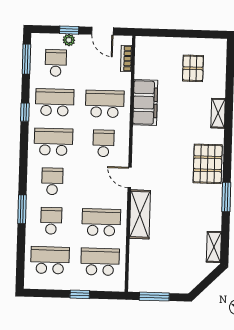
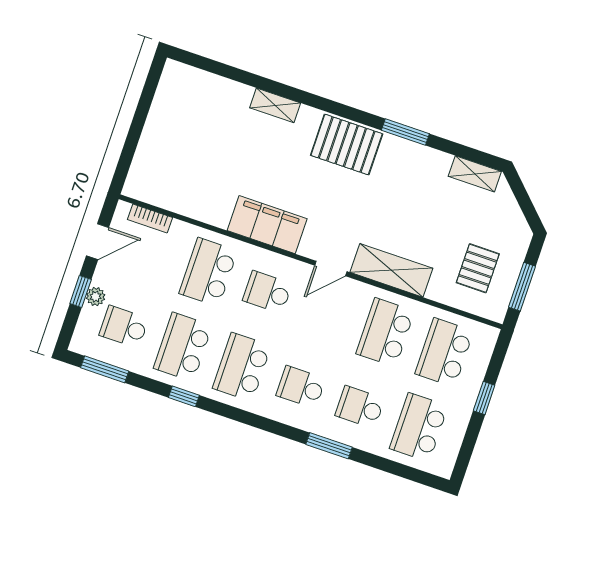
pallet: (193, 68) -> (478, 268), moved, turned 90
filing cabinet: (145, 103) -> (267, 225), moved

